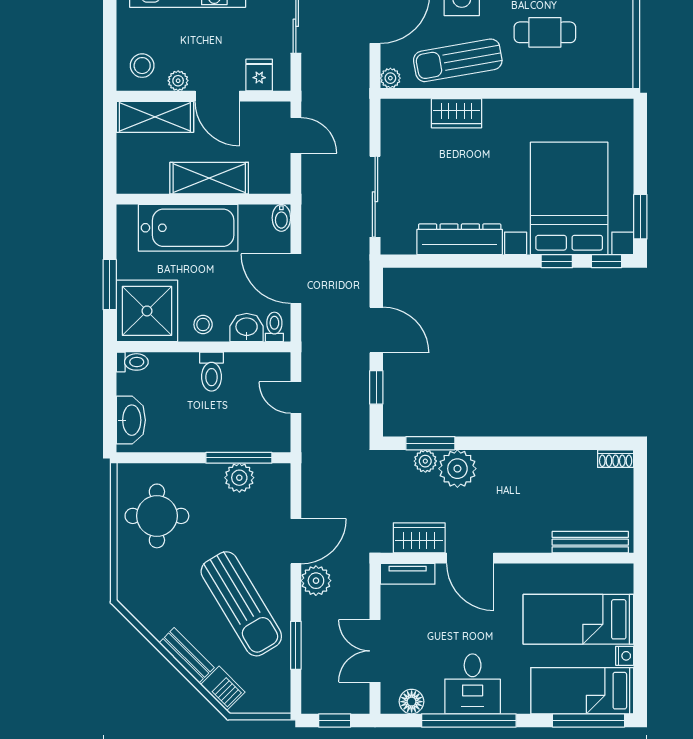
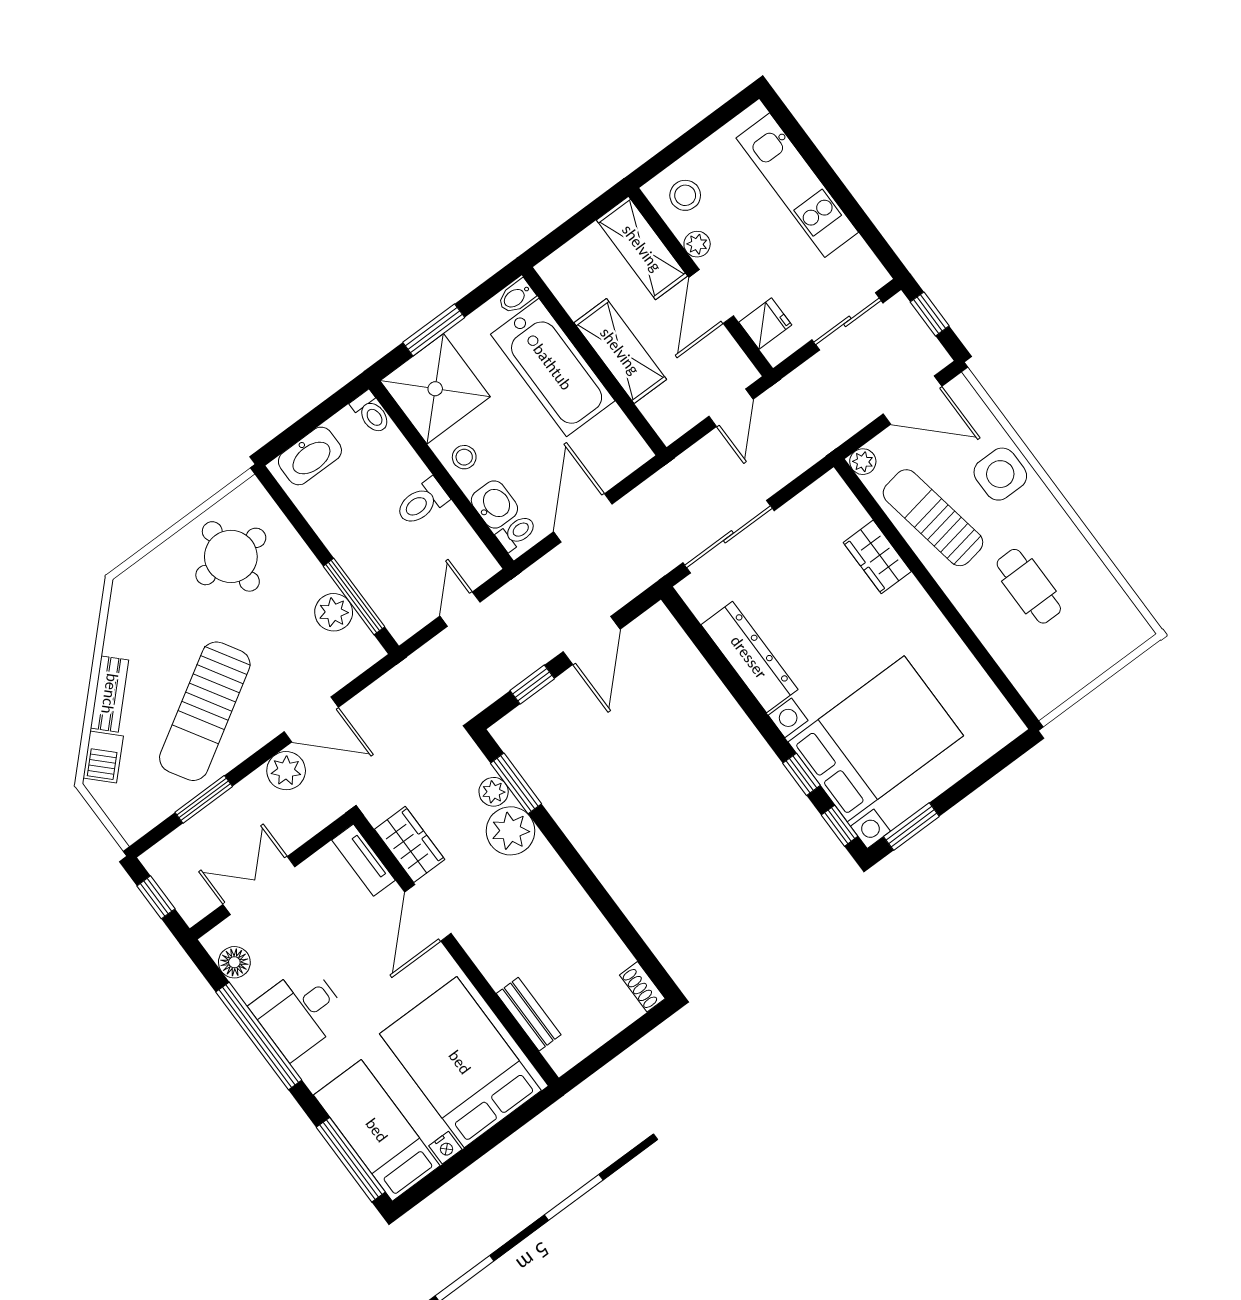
bidet: (281, 218) -> (516, 297), moved
bench: (590, 542) -> (529, 1014), width x0.73
bed: (578, 619) -> (460, 1062), width x1.50

